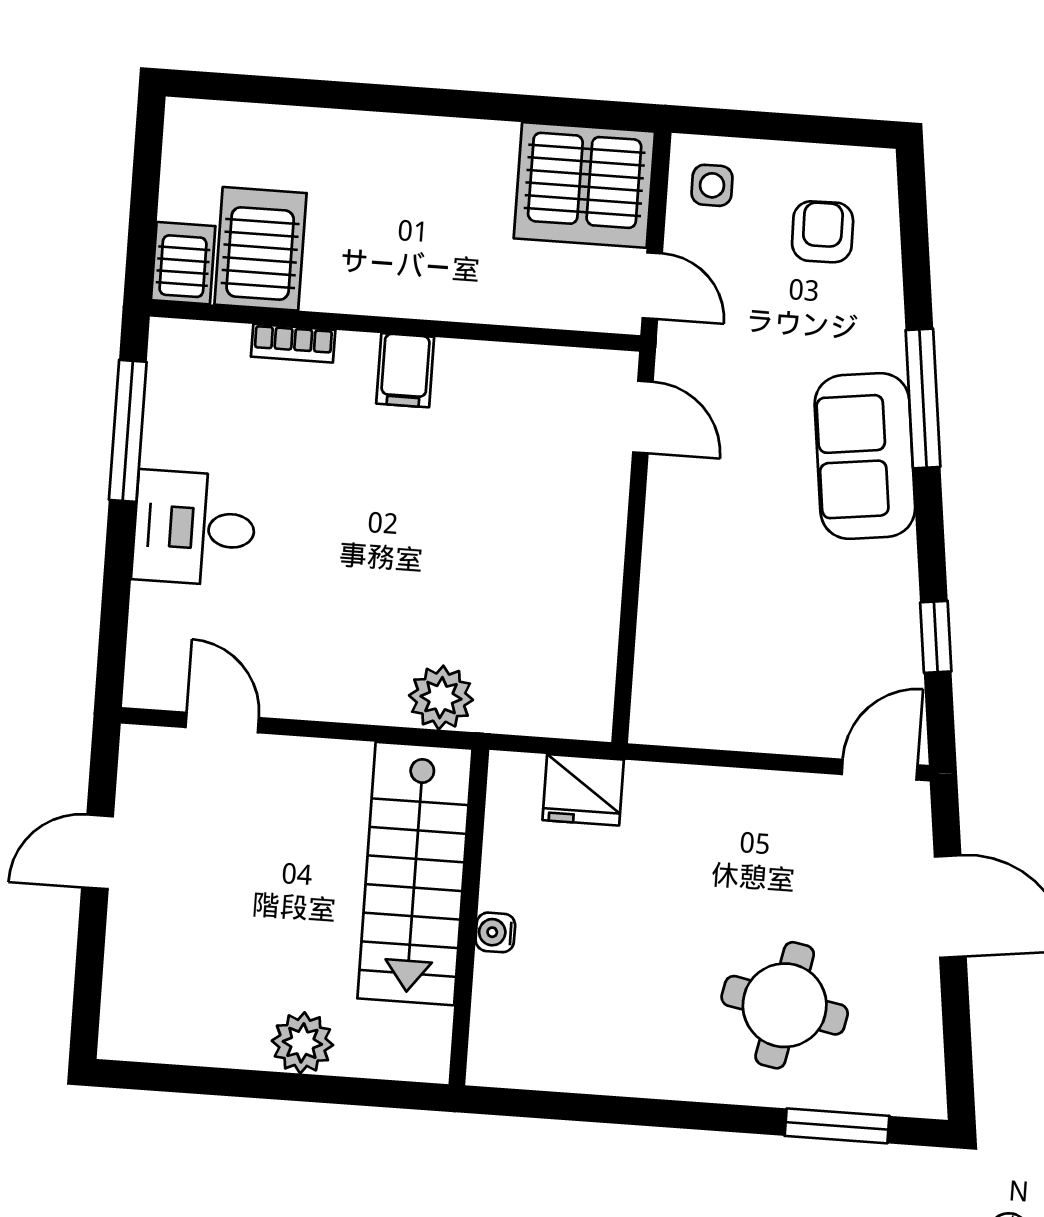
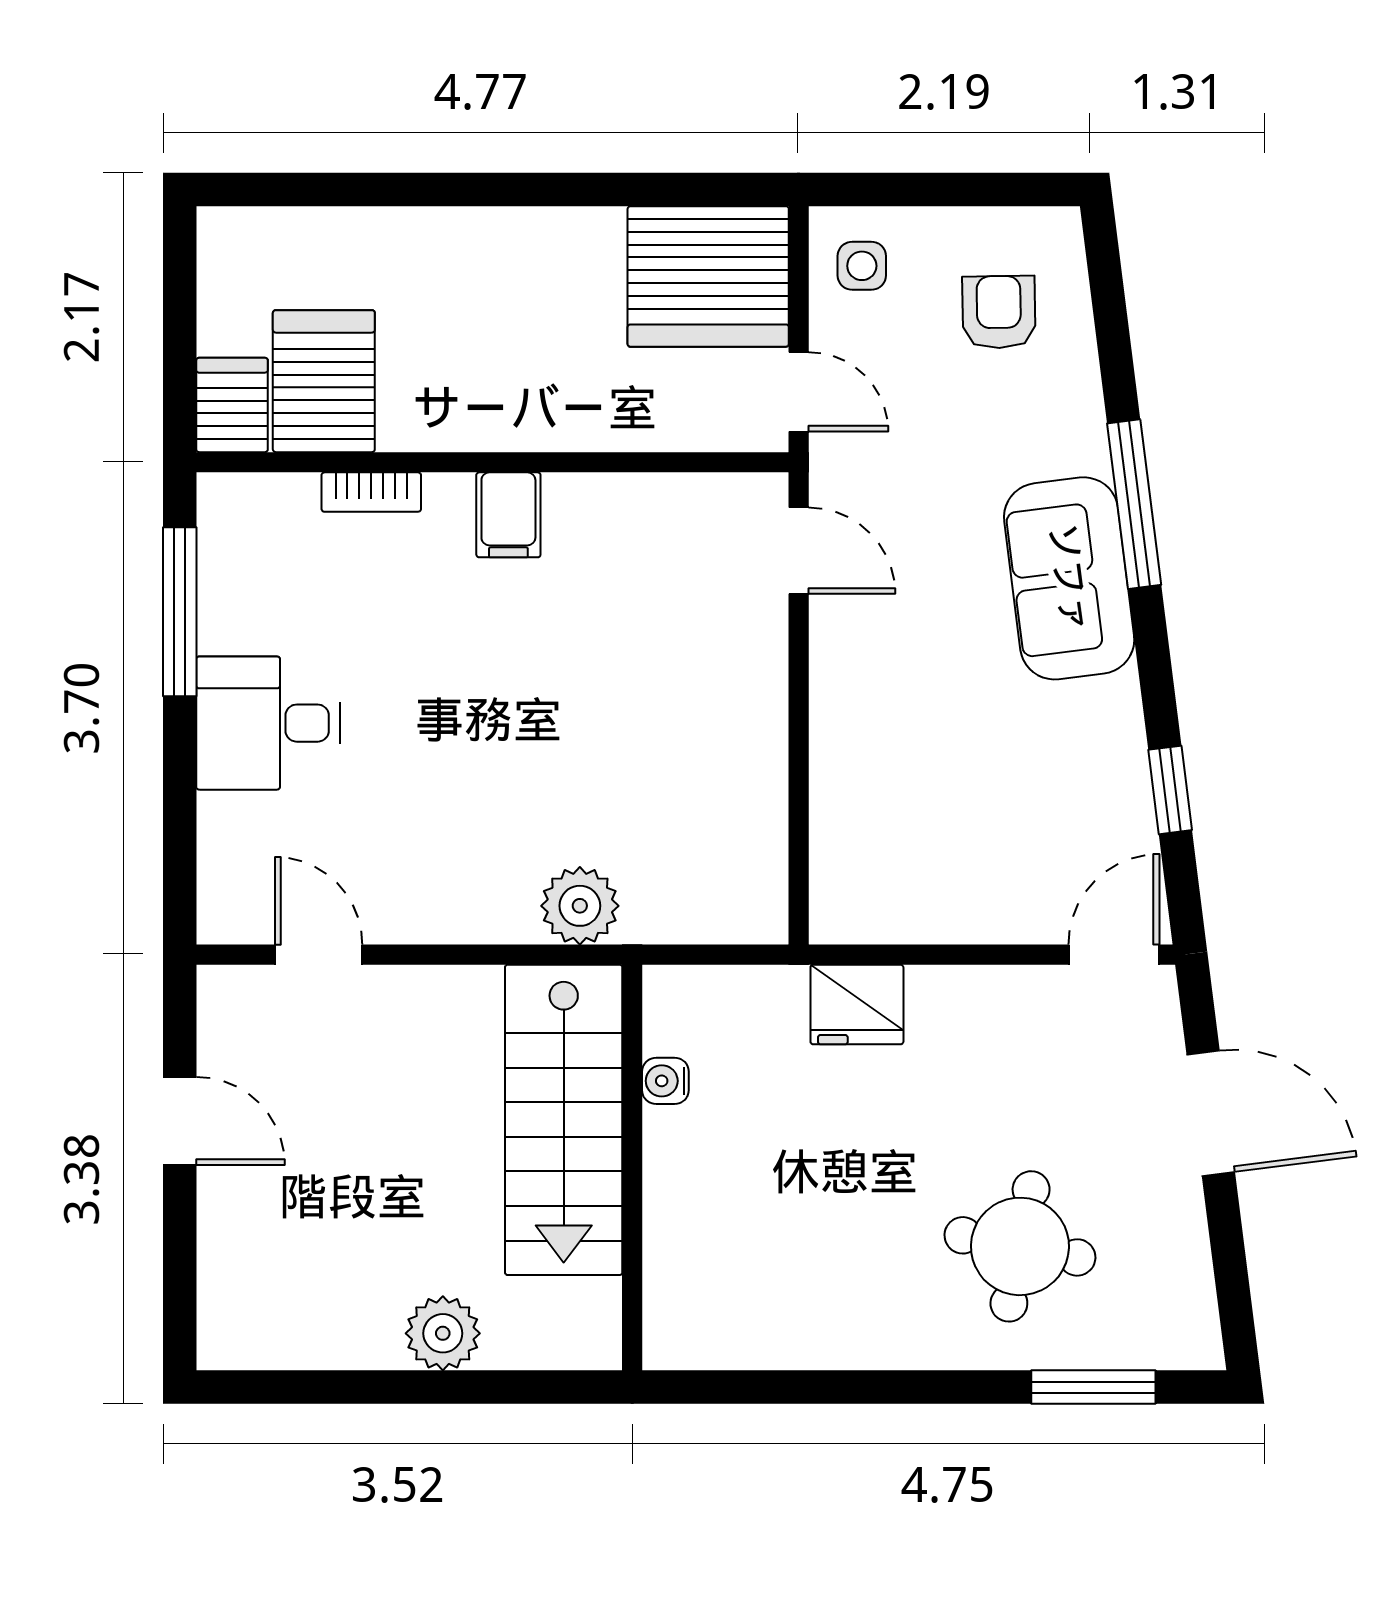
fridge: (583, 790) -> (857, 1005), moved
door: (98, 852) -> (180, 1121), swing flipped
water cooler: (495, 932) -> (665, 1081), moved

